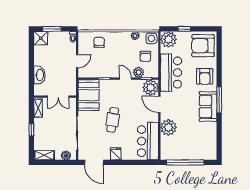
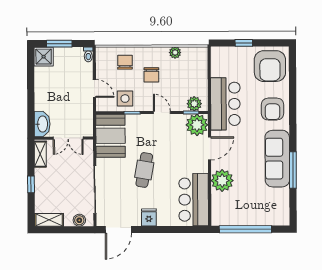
side table: (151, 38) -> (125, 99), moved
plant: (168, 39) -> (222, 58), removed
armchair: (203, 46) -> (270, 66), turned -90
chair: (145, 56) -> (151, 75), moved
door: (77, 61) -> (94, 88), hinge flipped
plant: (139, 72) -> (194, 104), moved
washbasin: (40, 75) -> (42, 124), moved
window: (219, 100) -> (293, 170), moved
door: (159, 104) -> (209, 148), swing flipped
sofa: (208, 107) -> (277, 159), width x1.36
door: (94, 162) -> (118, 230), hinge flipped

